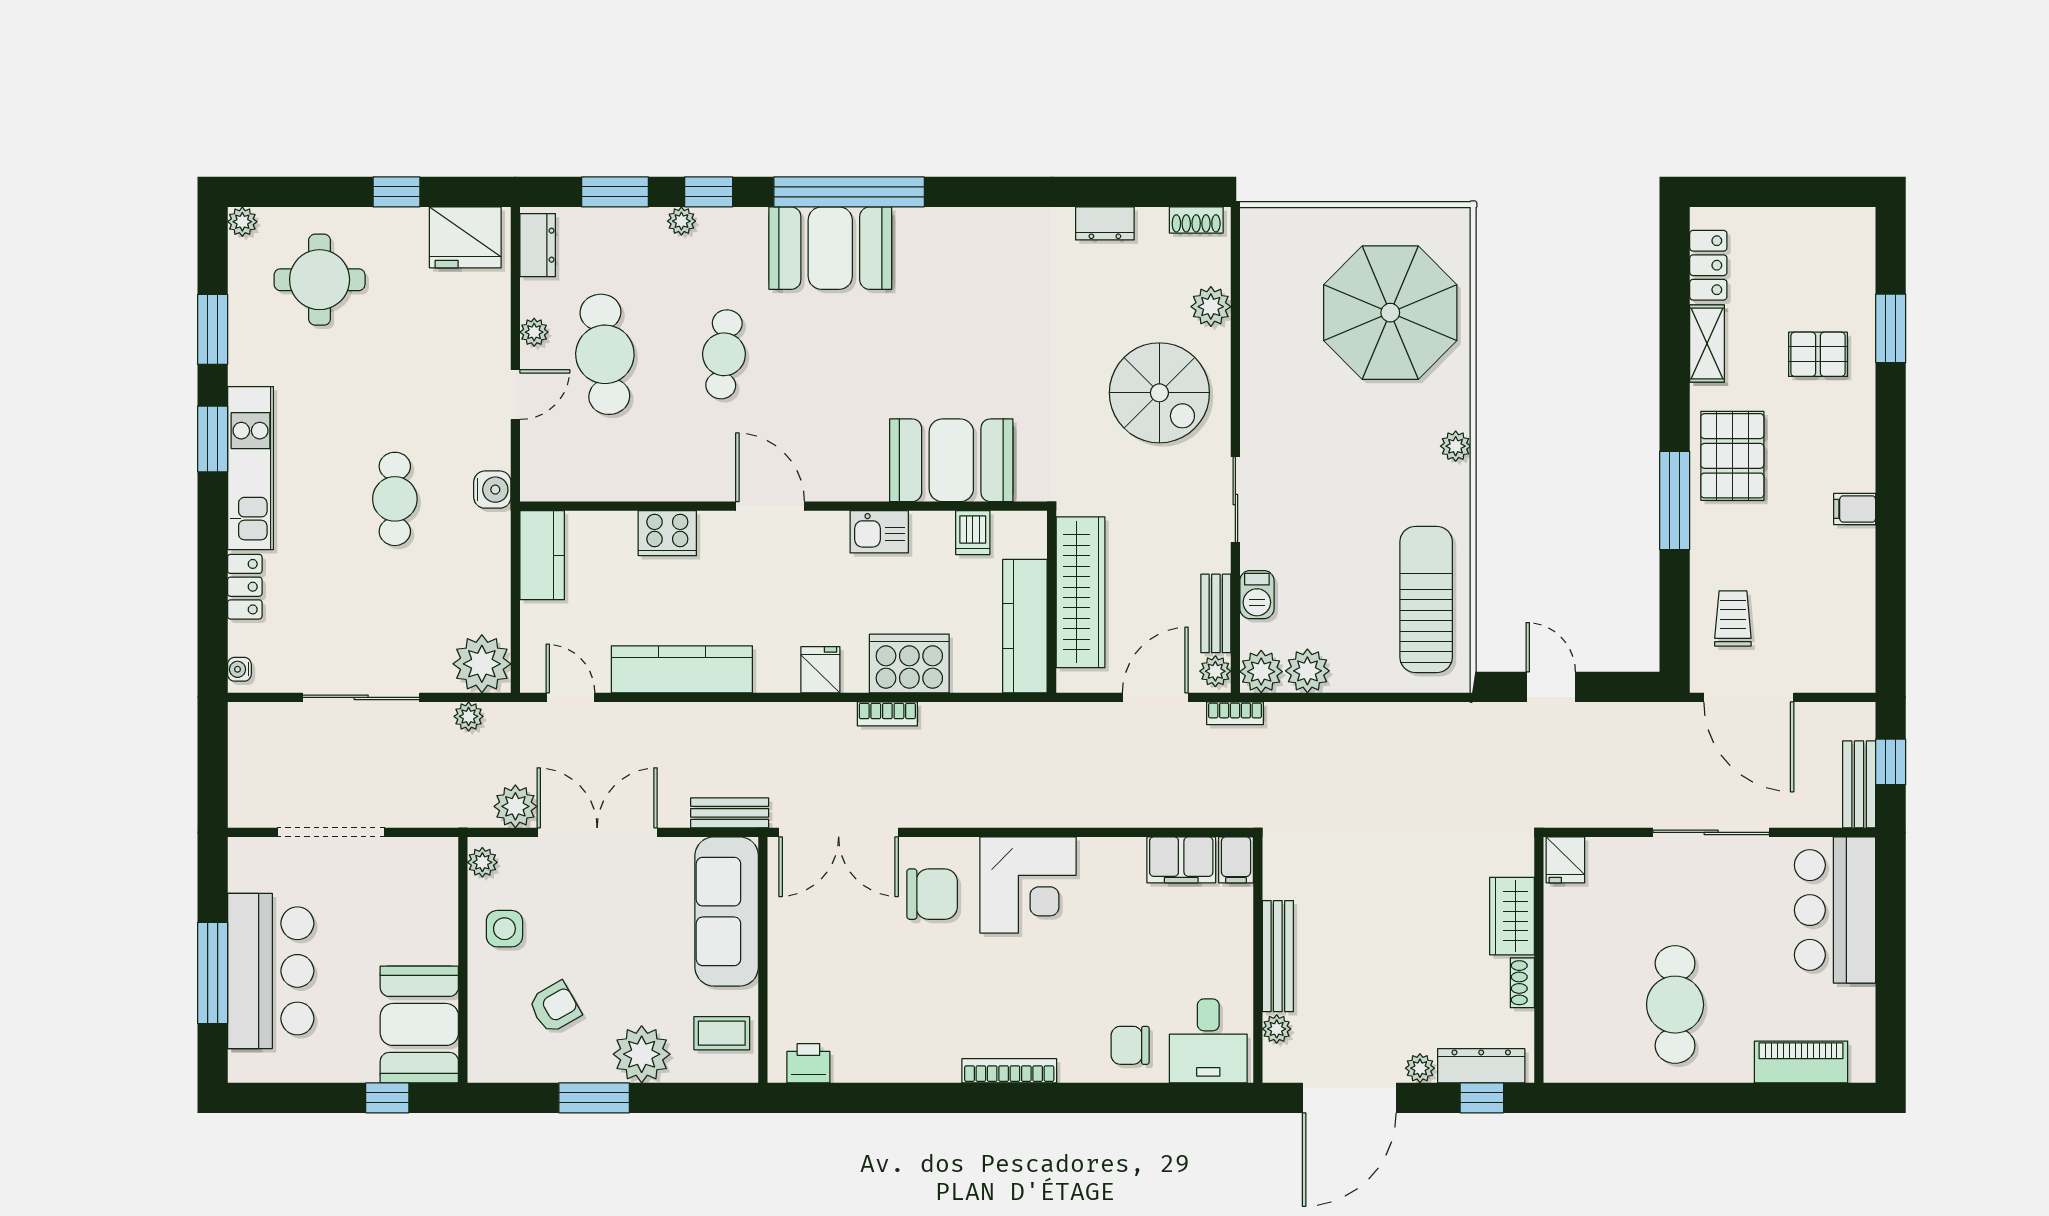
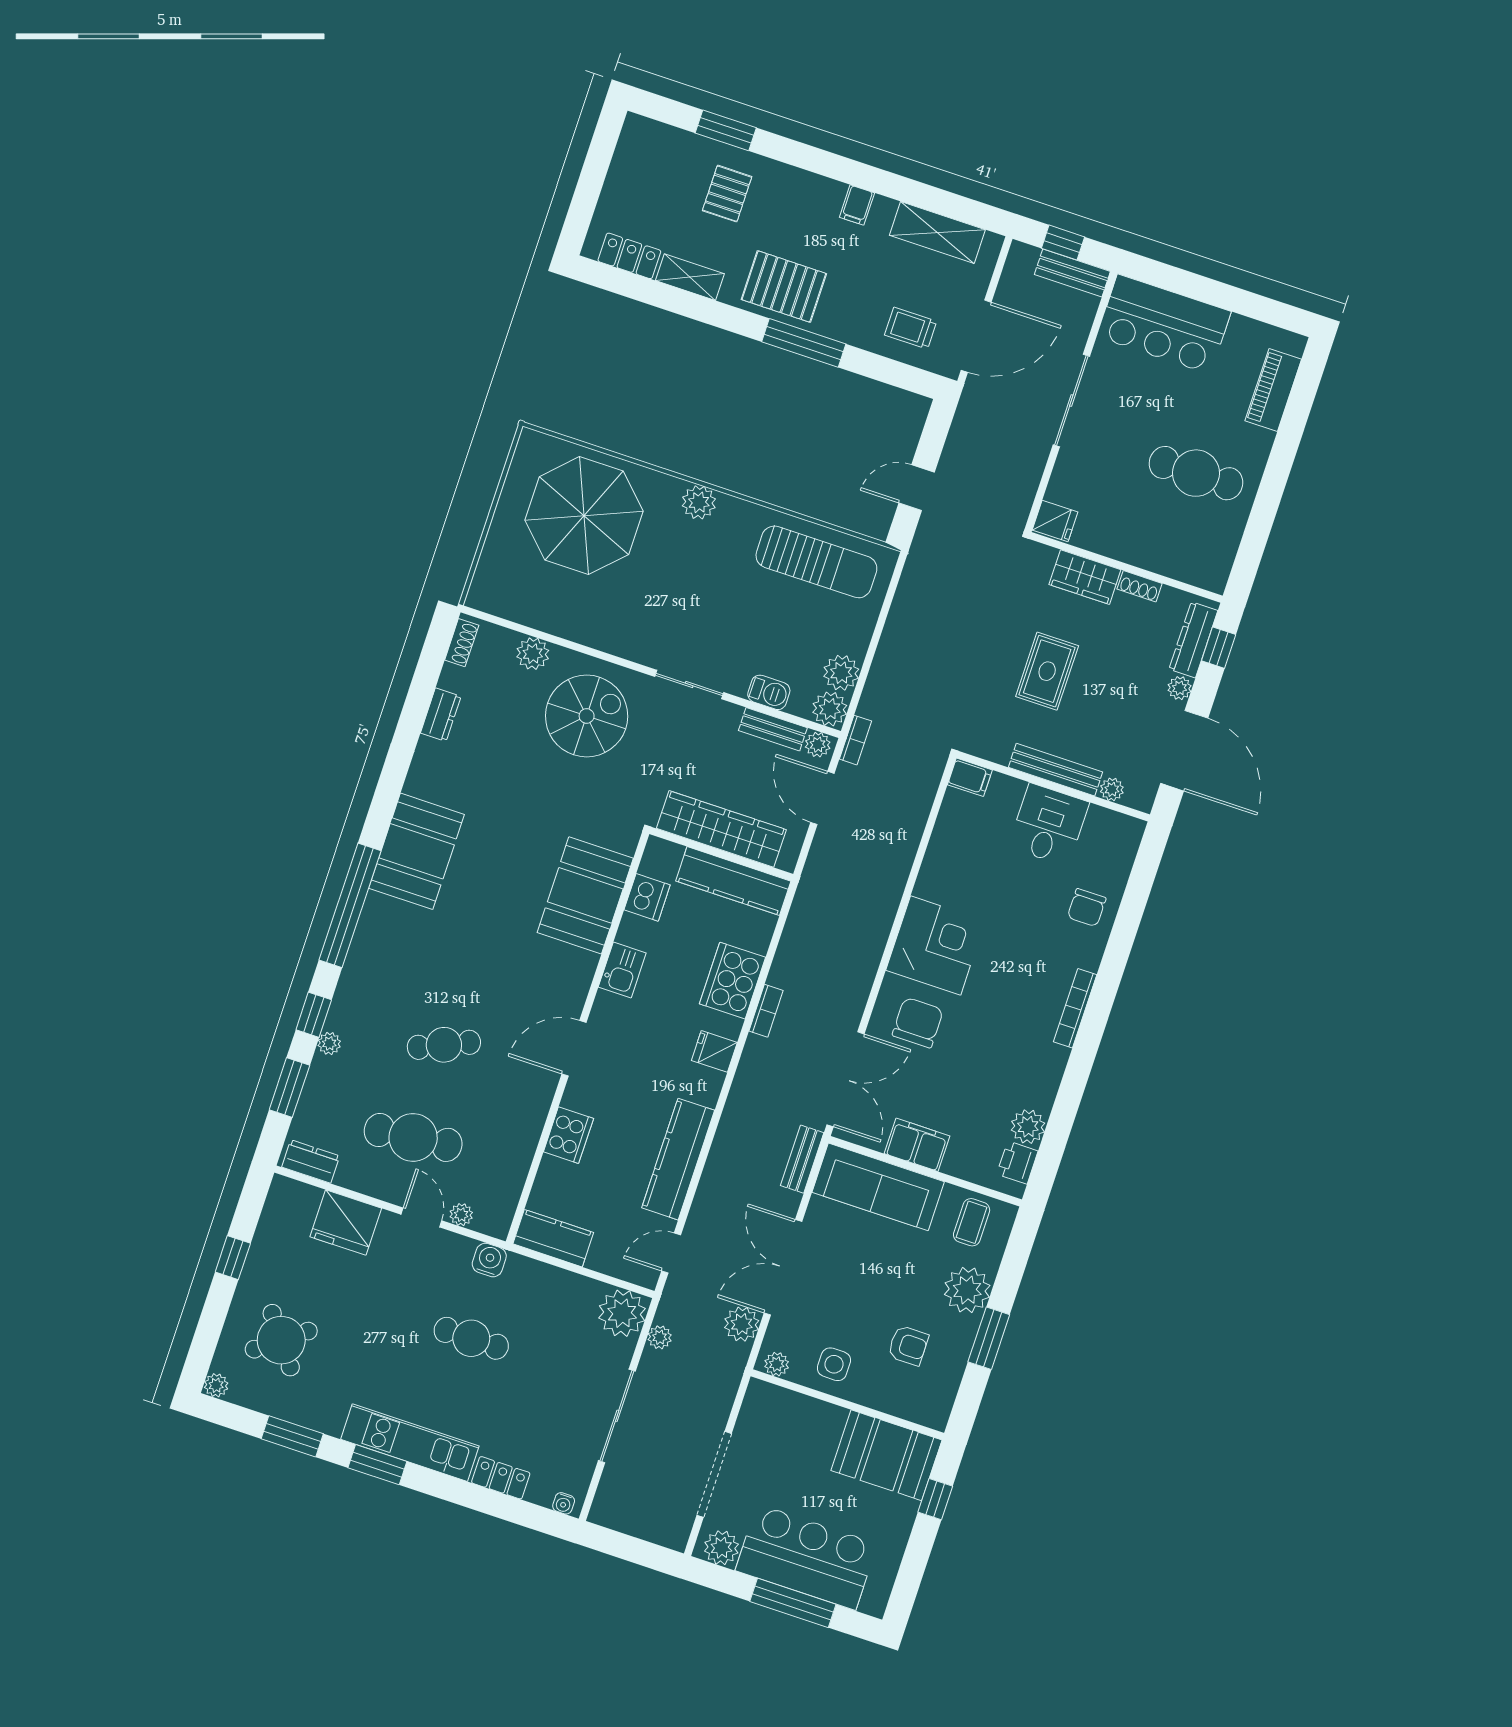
fridge: (465, 237) -> (346, 1222), moved, turned 90
booth: (830, 248) -> (417, 851), moved
round table: (320, 280) -> (281, 1340), turned -37
plant: (534, 332) -> (461, 1215), moved
cafe table: (724, 354) -> (444, 1045), turned -30
plant: (1456, 446) -> (699, 502), width x1.38, depth x1.38
dishwasher: (973, 533) -> (647, 897), width x1.38
sun lounger: (1426, 599) -> (816, 562), turned 180
shelving: (1854, 613) -> (937, 233), added
filing cabinet: (1181, 860) -> (917, 1145), moved, turned -90
plant: (249, 869) -> (721, 1548), added
rug: (1389, 908) -> (1047, 671), added
armchair: (555, 1007) -> (908, 1345), turned 120
desk: (1208, 1041) -> (1049, 825), moved, turned -90
plant: (854, 1062) -> (1028, 1127), added

